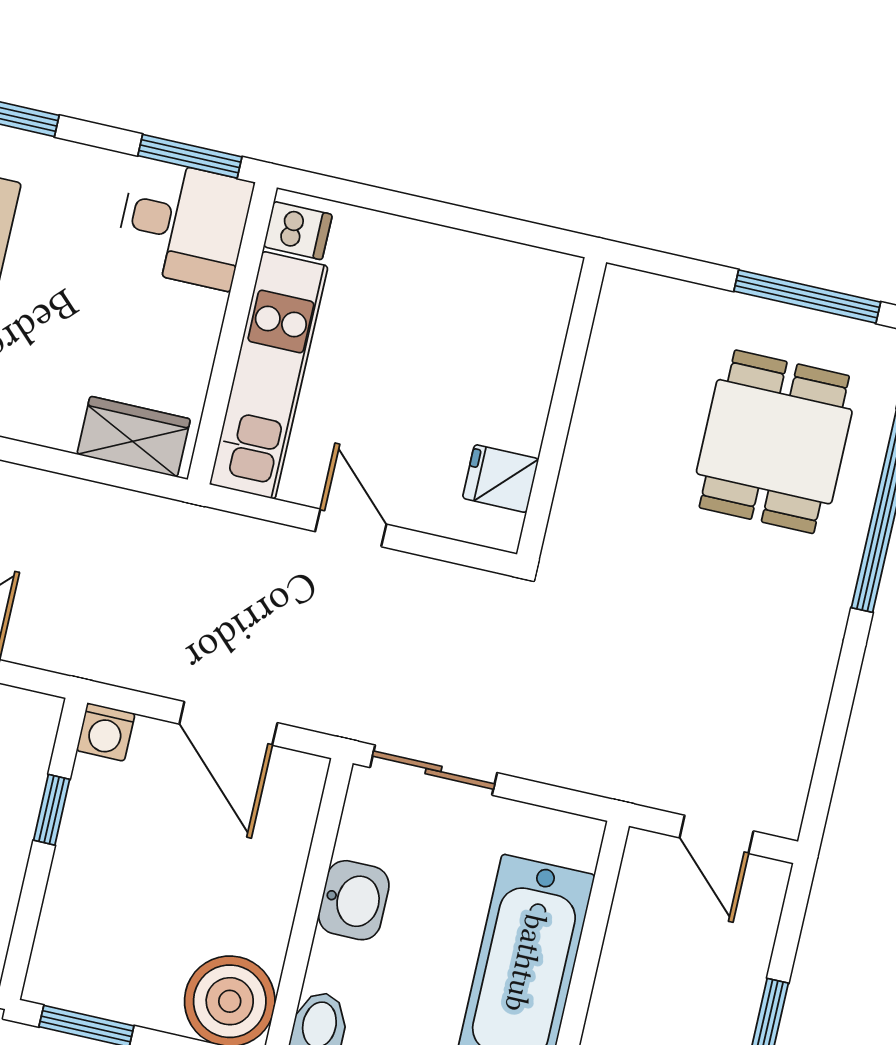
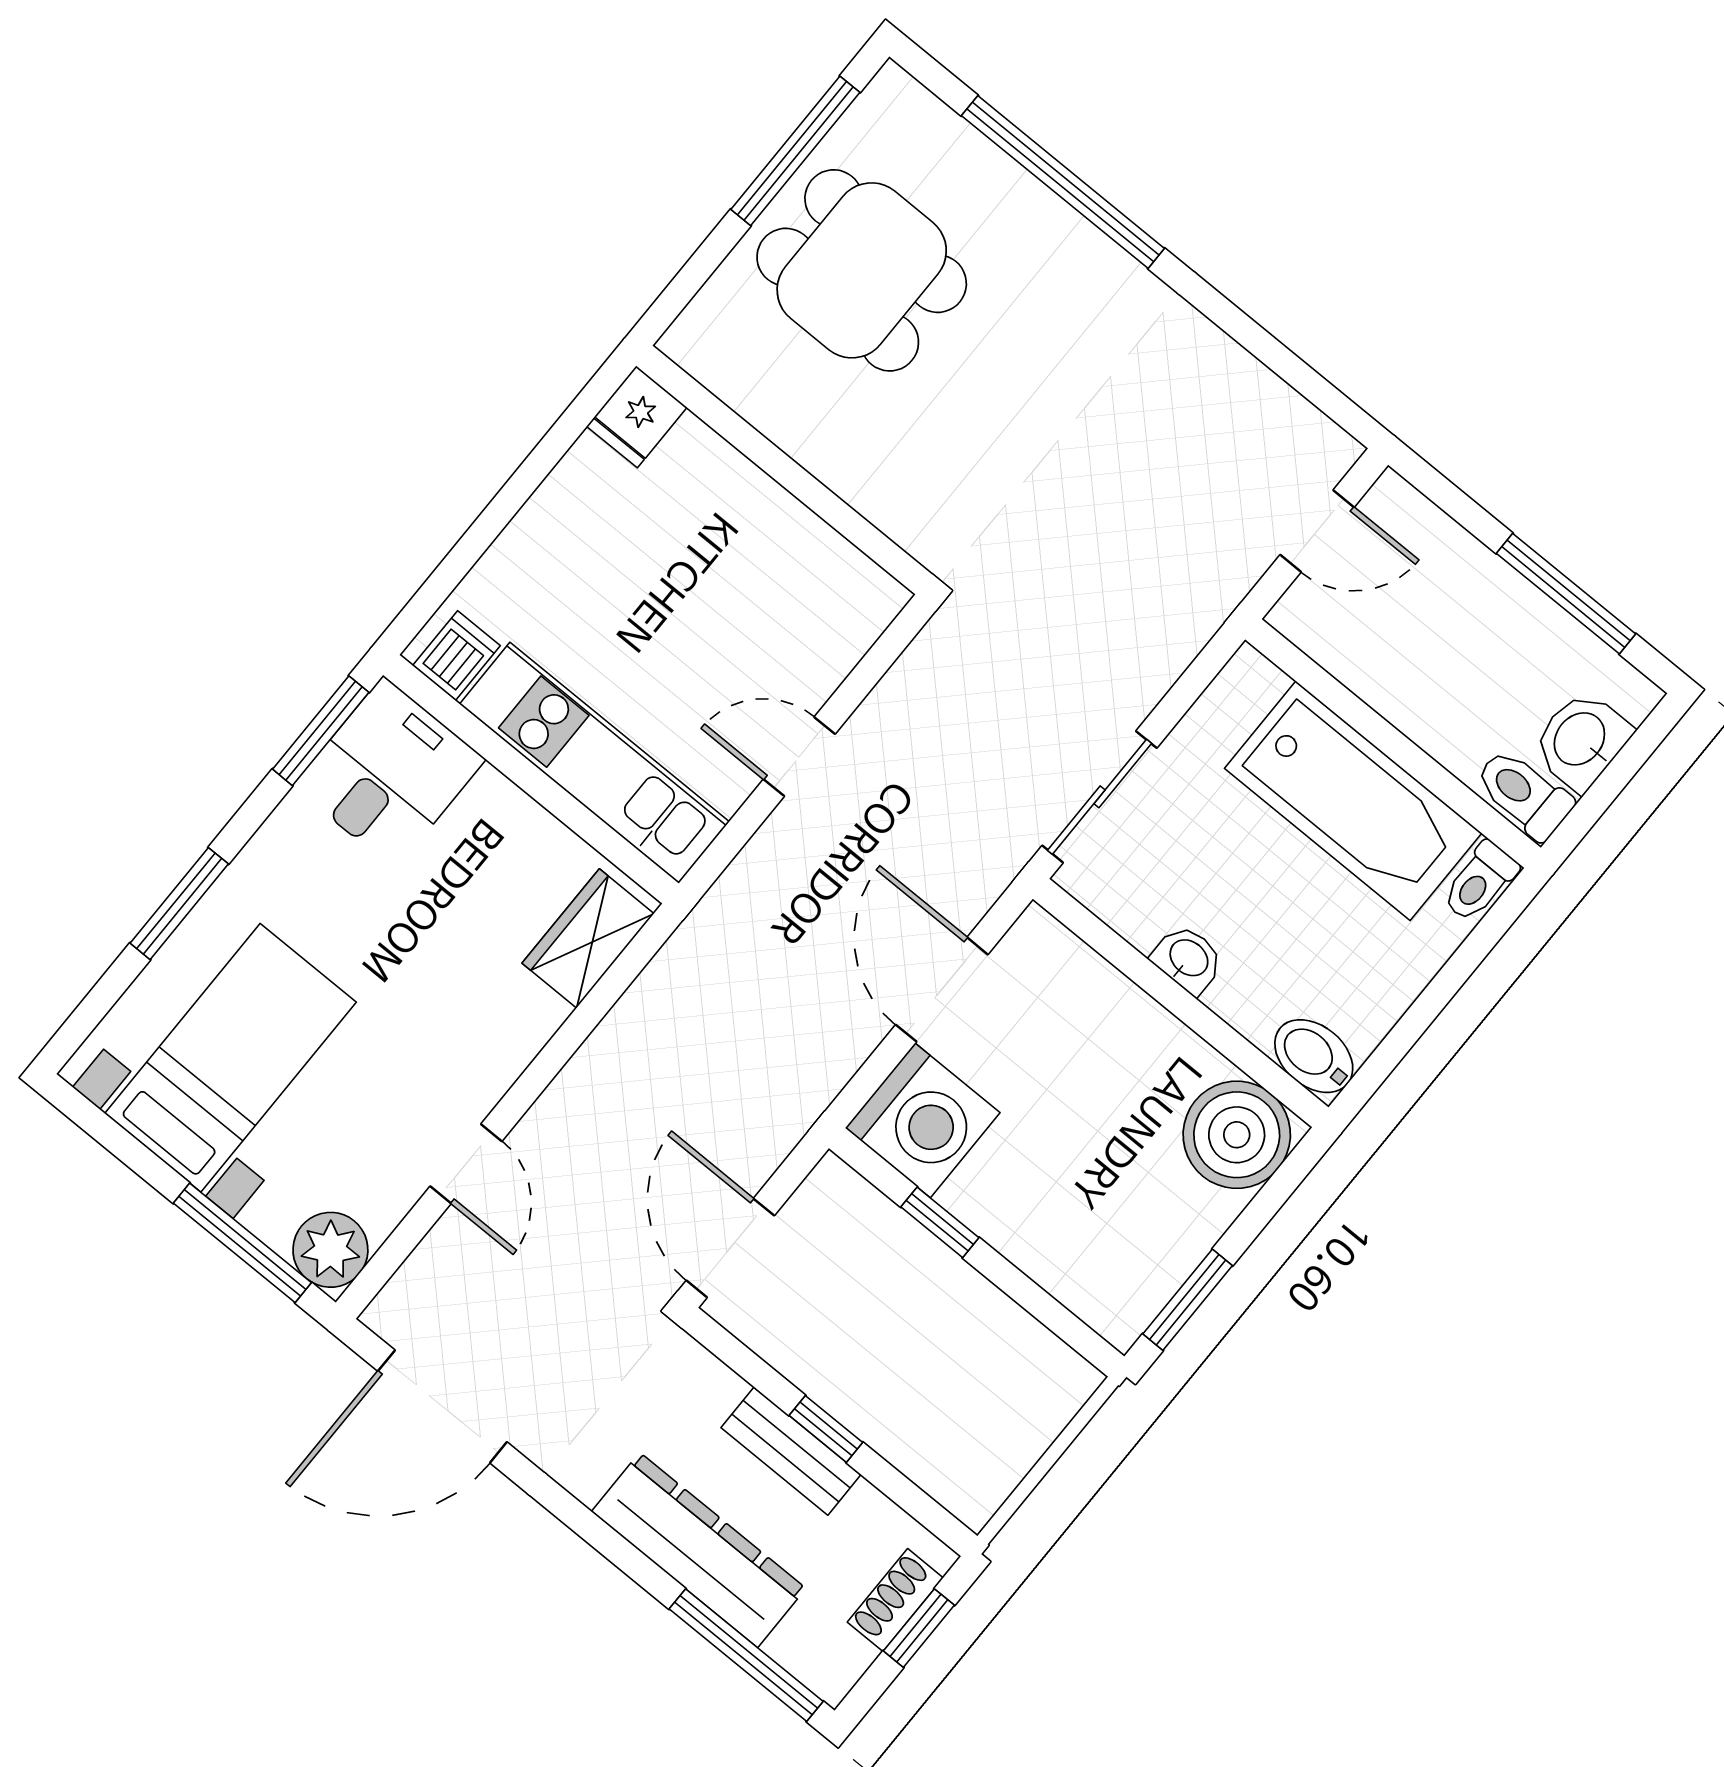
dining table: (774, 442) -> (862, 270), moved
fridge: (501, 479) -> (637, 417), moved
door: (228, 723) -> (942, 990), swing flipped
washing machine: (106, 732) -> (923, 1120), width x1.89, depth x1.89
washbasin: (354, 900) -> (1188, 959), width x0.72, depth x0.69

